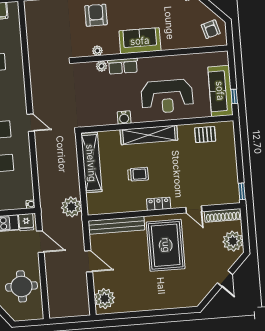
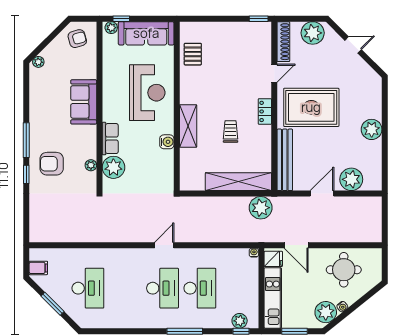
sofa: (140, 41) -> (84, 102), moved
plant: (223, 59) -> (111, 28), added
plant: (102, 66) -> (113, 167), width x1.88, depth x1.88
window: (234, 96) -> (121, 19), moved
shelving: (149, 135) -> (188, 126), width x0.68
shelving: (91, 163) -> (238, 182), moved
door: (40, 242) -> (296, 245), swing flipped
plant: (105, 299) -> (351, 179), moved
plant: (150, 301) -> (372, 129), added

